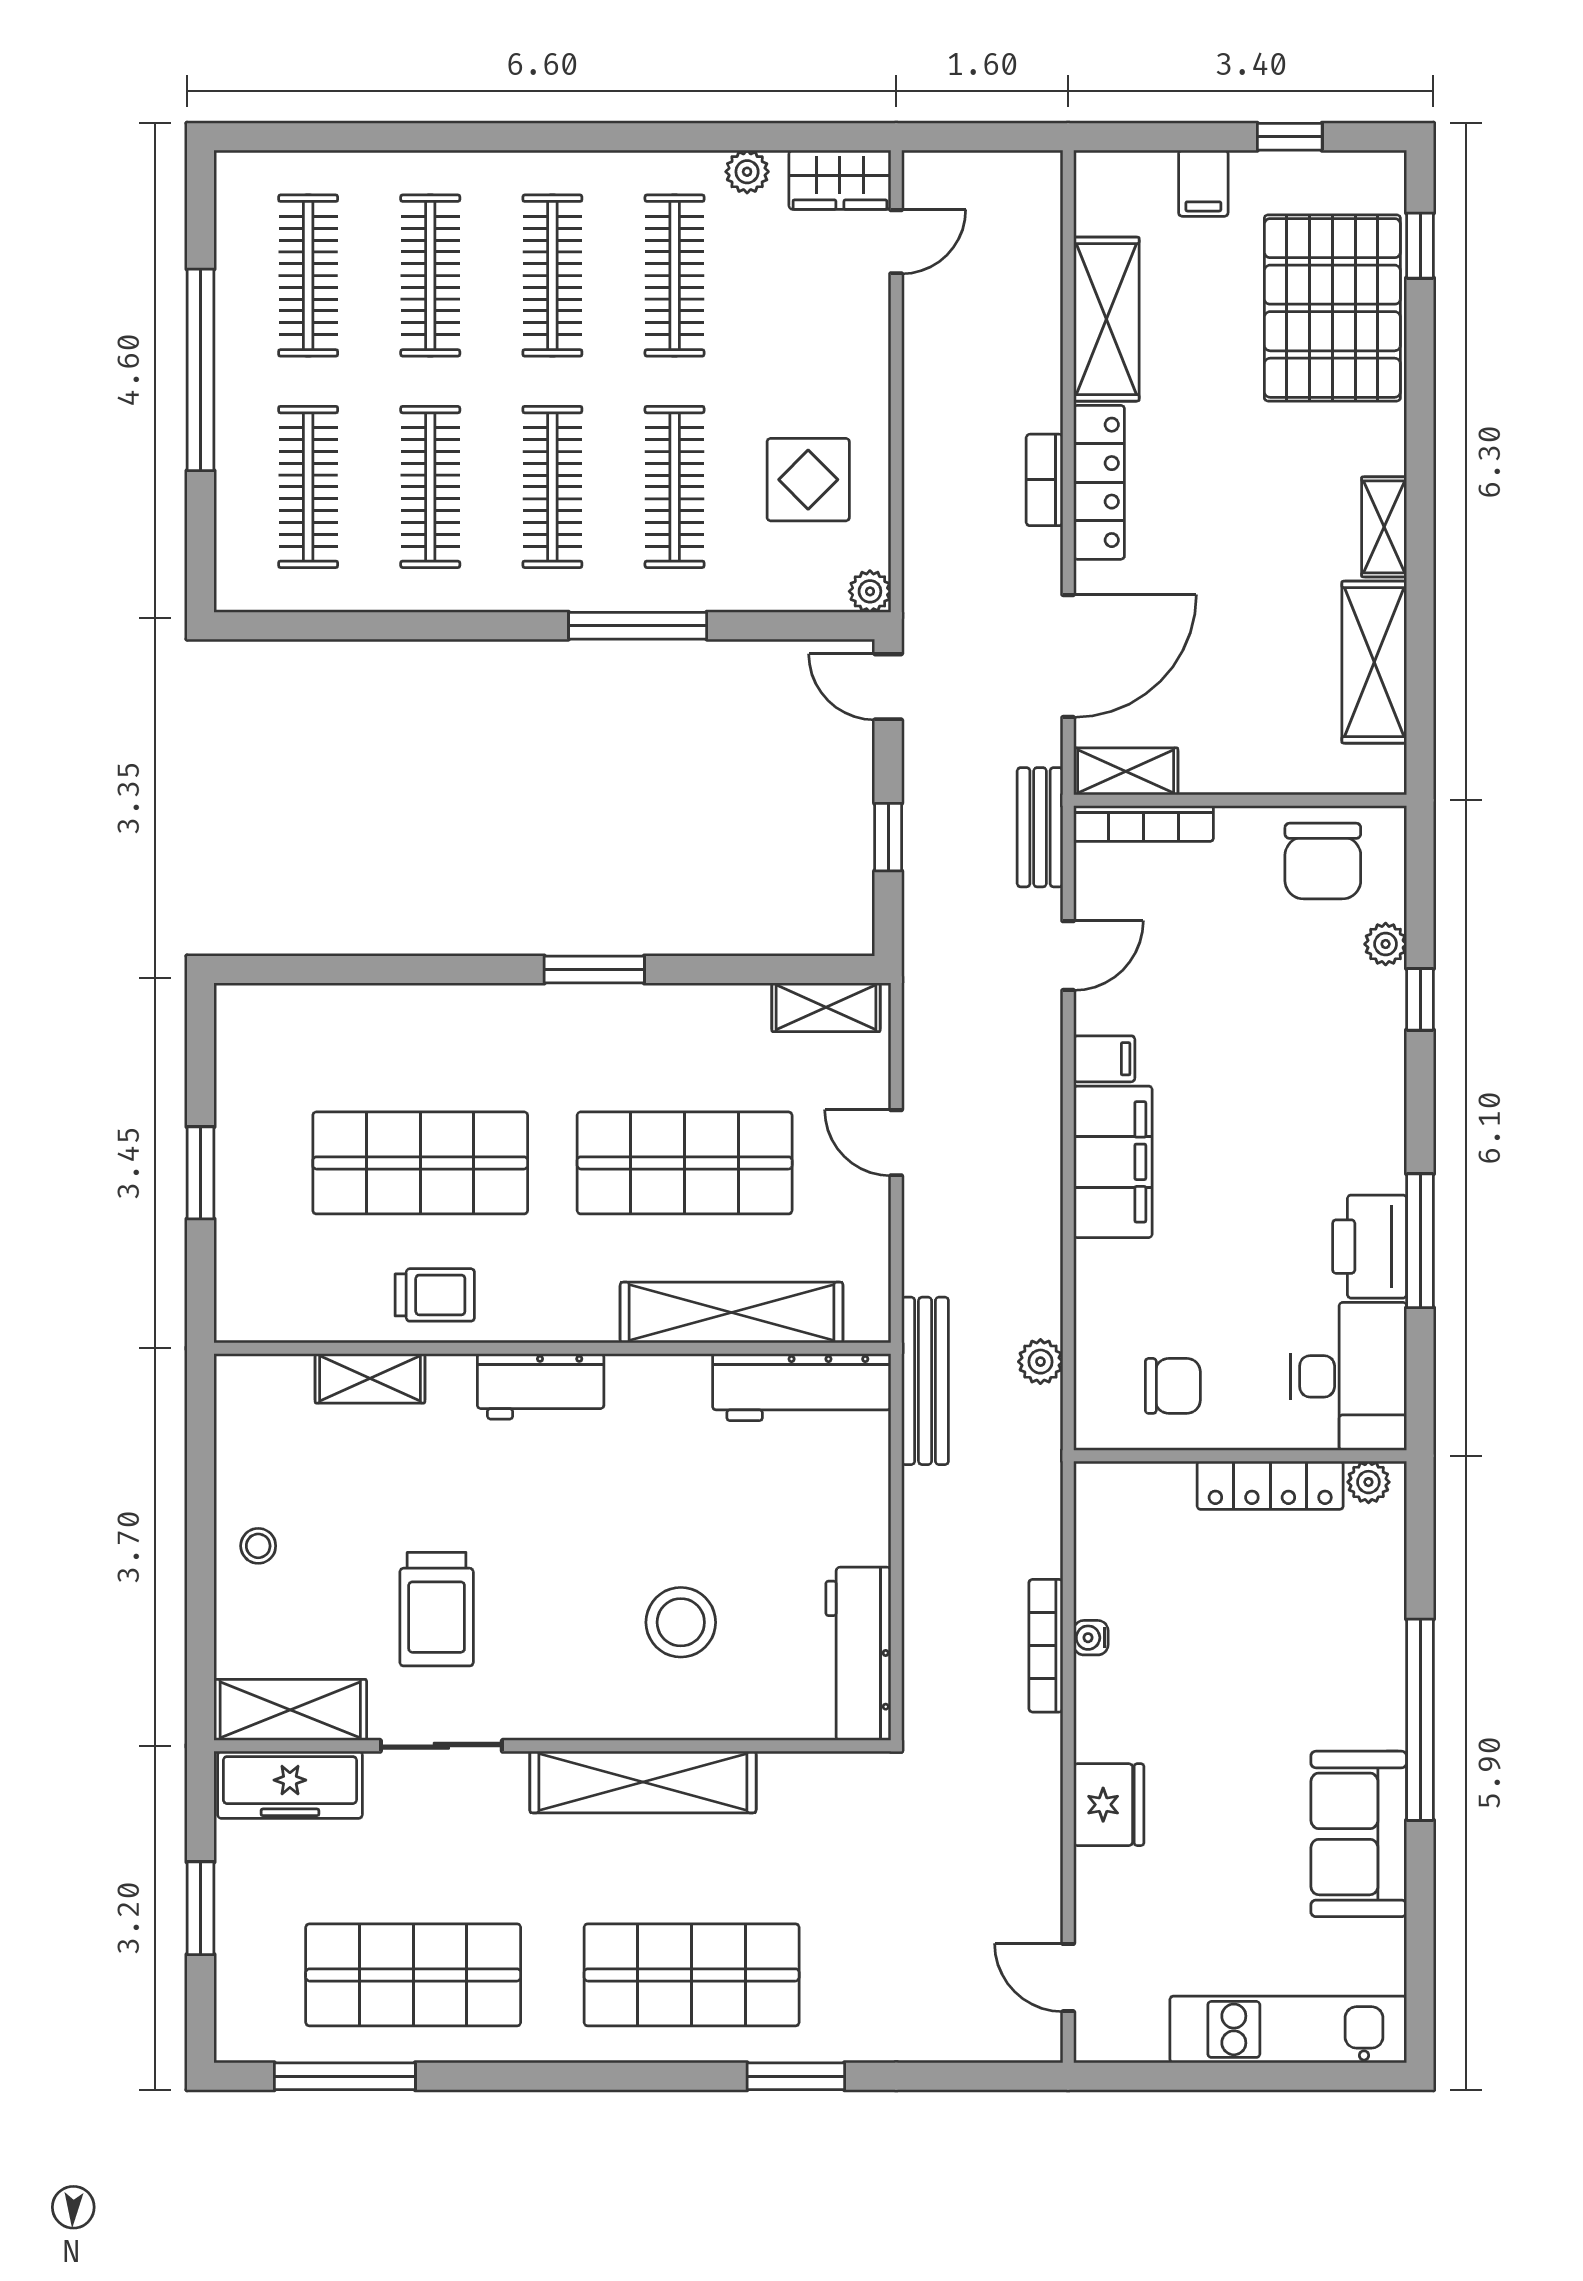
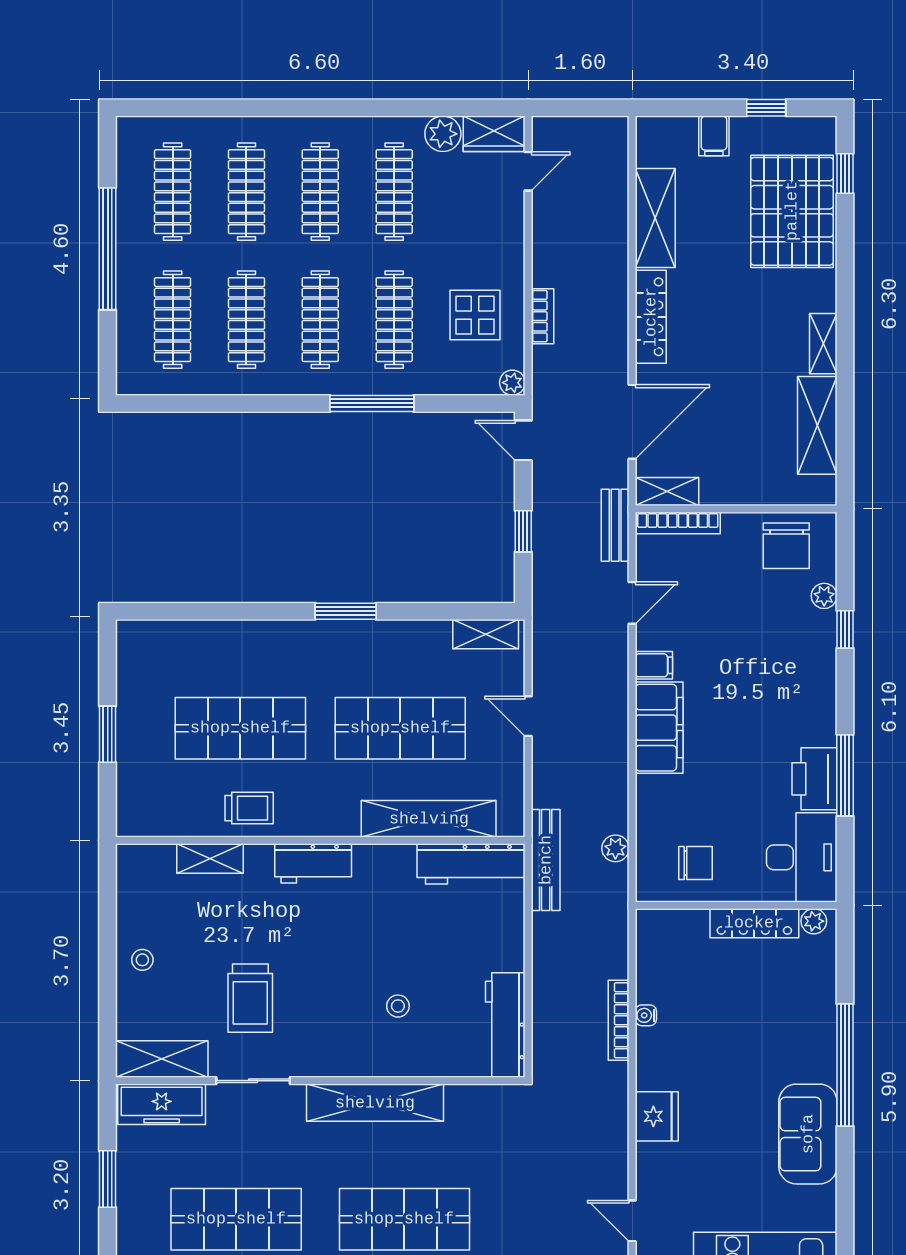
plant: (747, 172) -> (443, 134), width x1.38, depth x1.38
bookcase: (1044, 480) -> (543, 316), moved, turned 180
stool: (681, 1622) -> (398, 1006), width x0.53, depth x0.53

